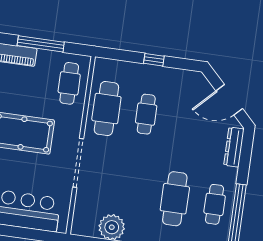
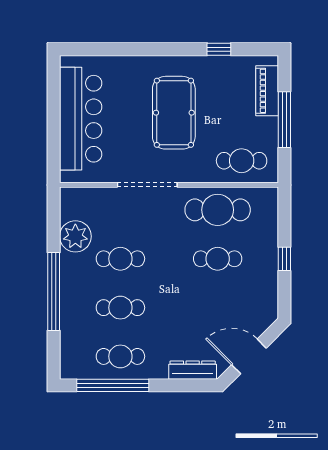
door: (229, 100) -> (249, 356), hinge flipped
cafe table: (135, 193) -> (120, 259), added
cafe table: (175, 199) -> (120, 308), width x0.73, depth x0.74

